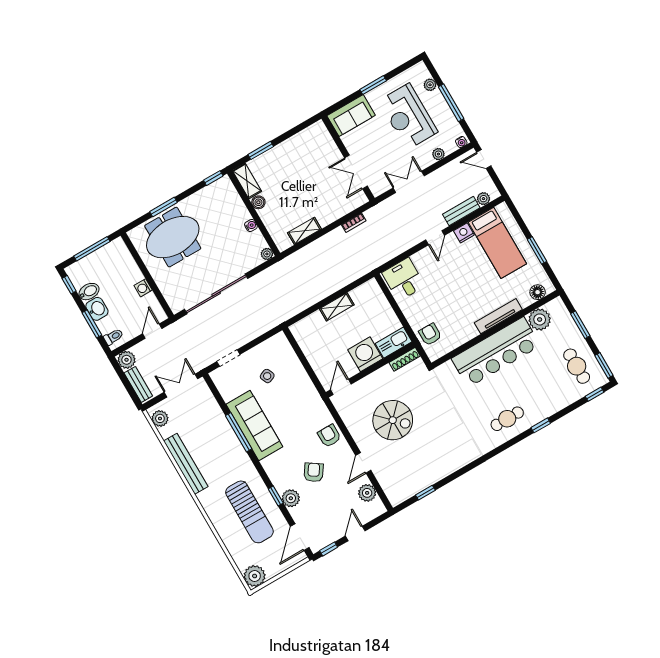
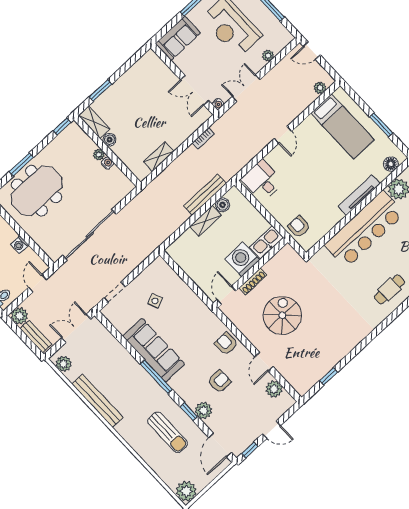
water cooler: (461, 142) -> (218, 104), moved
bench: (461, 211) -> (205, 195), moved, width x1.36
nightstand: (464, 233) -> (309, 124), removed
plant: (267, 254) -> (99, 155), moved
boiler: (358, 295) -> (223, 205), added
shoe rack: (405, 359) -> (253, 281), moved
spiral stairs: (393, 420) -> (282, 315), turned -90
window: (239, 432) -> (156, 377), moved
armchair: (314, 472) -> (219, 381), turned 56
sun lounger: (249, 512) -> (168, 432), width x0.73, depth x0.75
door: (355, 533) -> (272, 430), swing flipped

